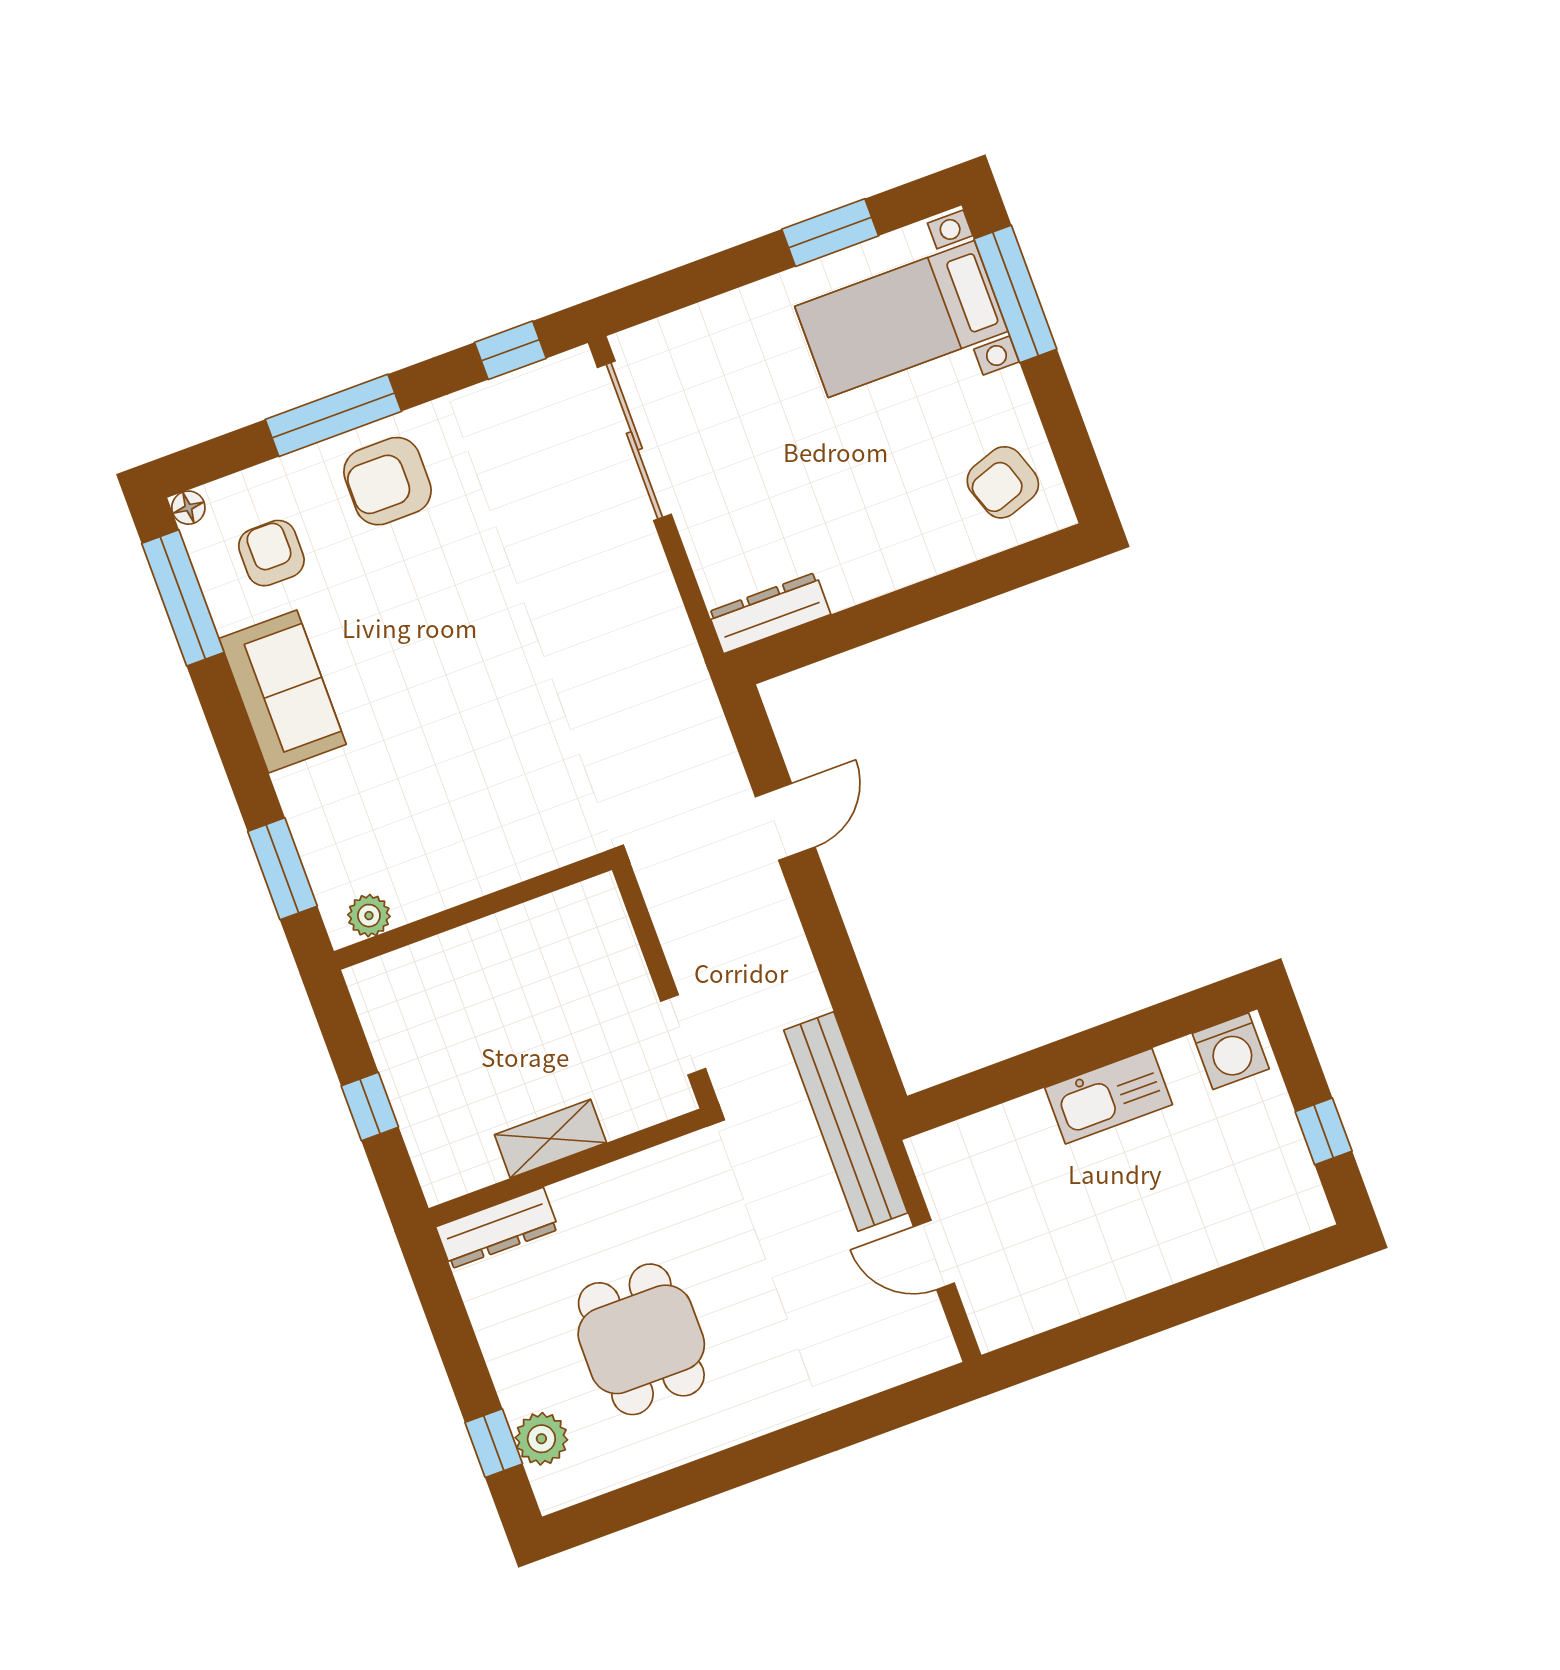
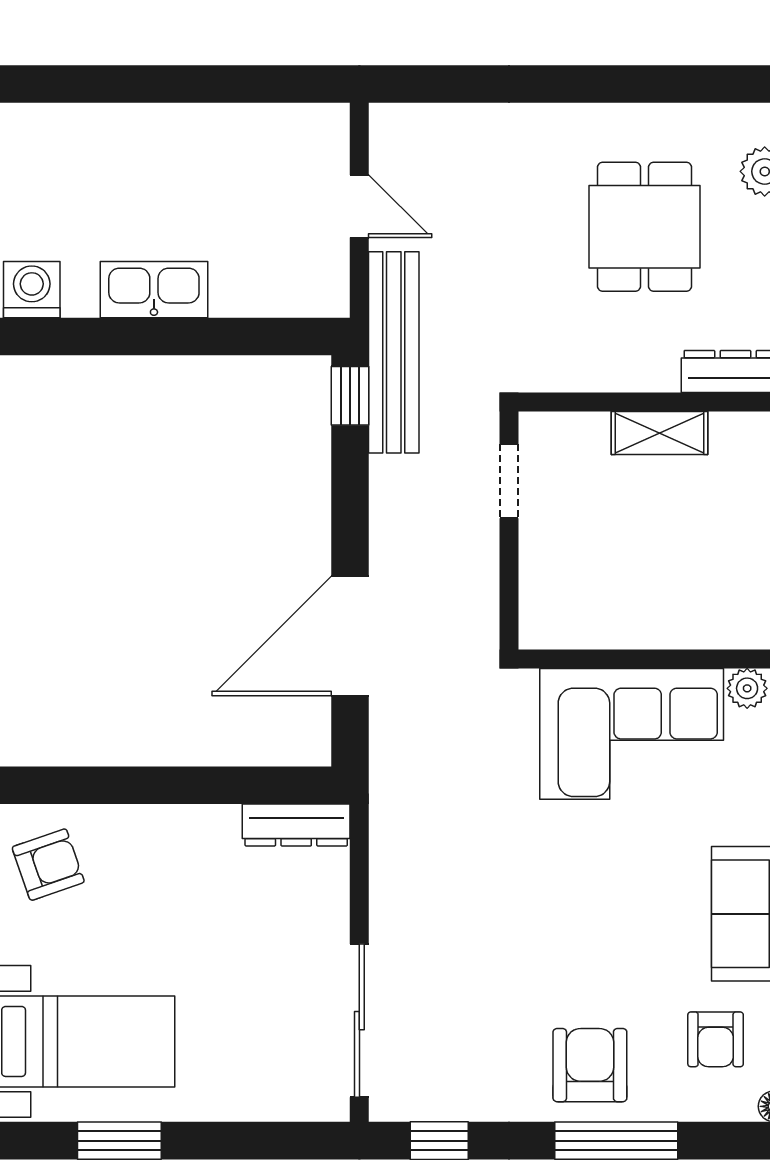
armchair: (387, 481) -> (590, 1065), turned -90
door: (785, 822) -> (350, 636), width x1.87
corner sofa: (468, 828) -> (632, 734), added
window: (874, 1062) -> (350, 396), added

